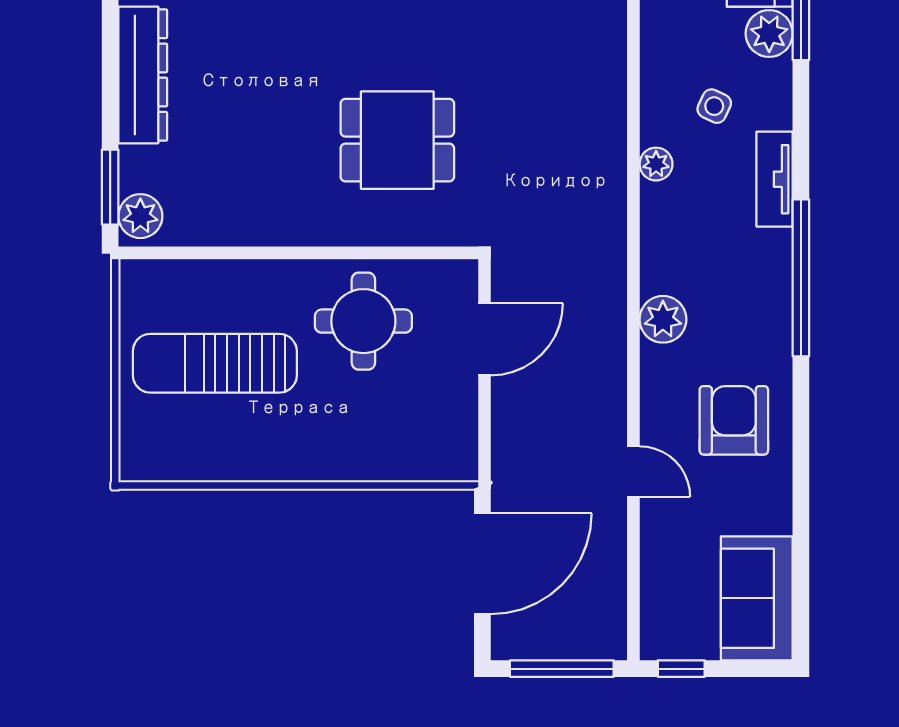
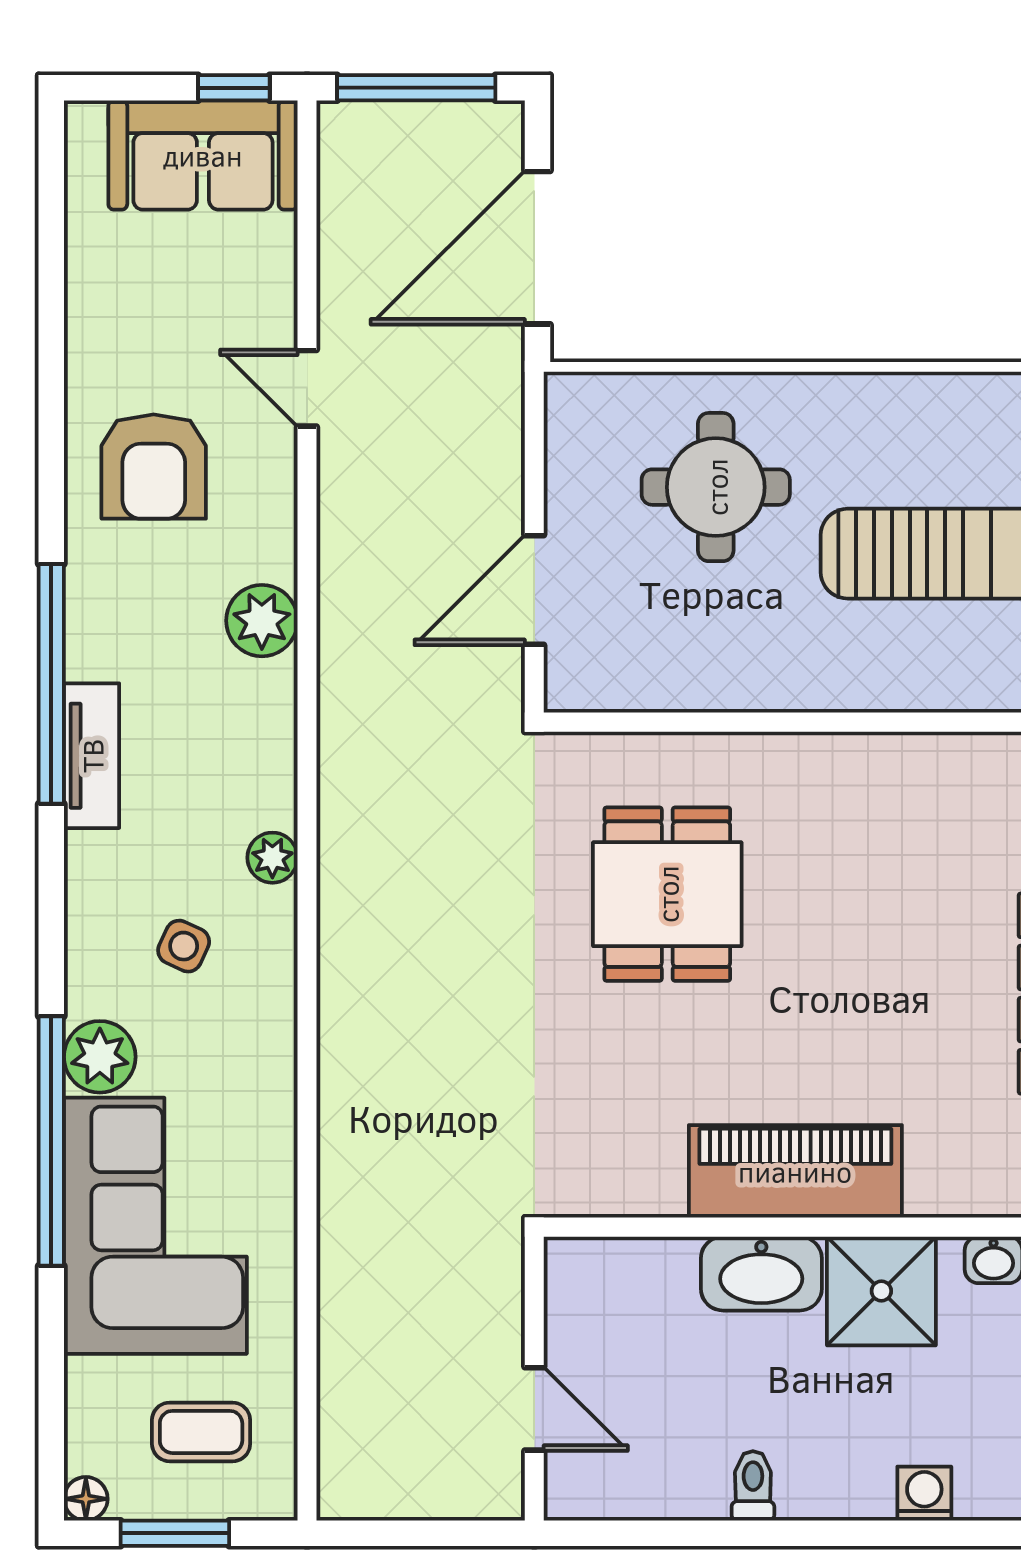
dining table: (397, 140) -> (667, 894), turned 90
tv unit: (775, 179) -> (92, 756), moved
round table: (363, 321) -> (716, 487), moved
sofa: (757, 598) -> (203, 155), moved, turned 90

